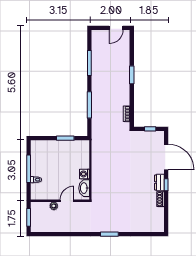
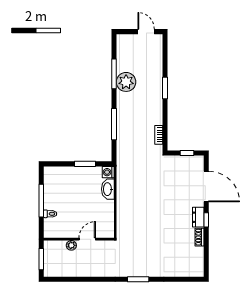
door: (116, 28) -> (146, 32), swing flipped
plant: (99, 70) -> (126, 82), added
washing machine: (84, 174) -> (108, 172), moved
washbasin: (84, 188) -> (108, 189), moved

